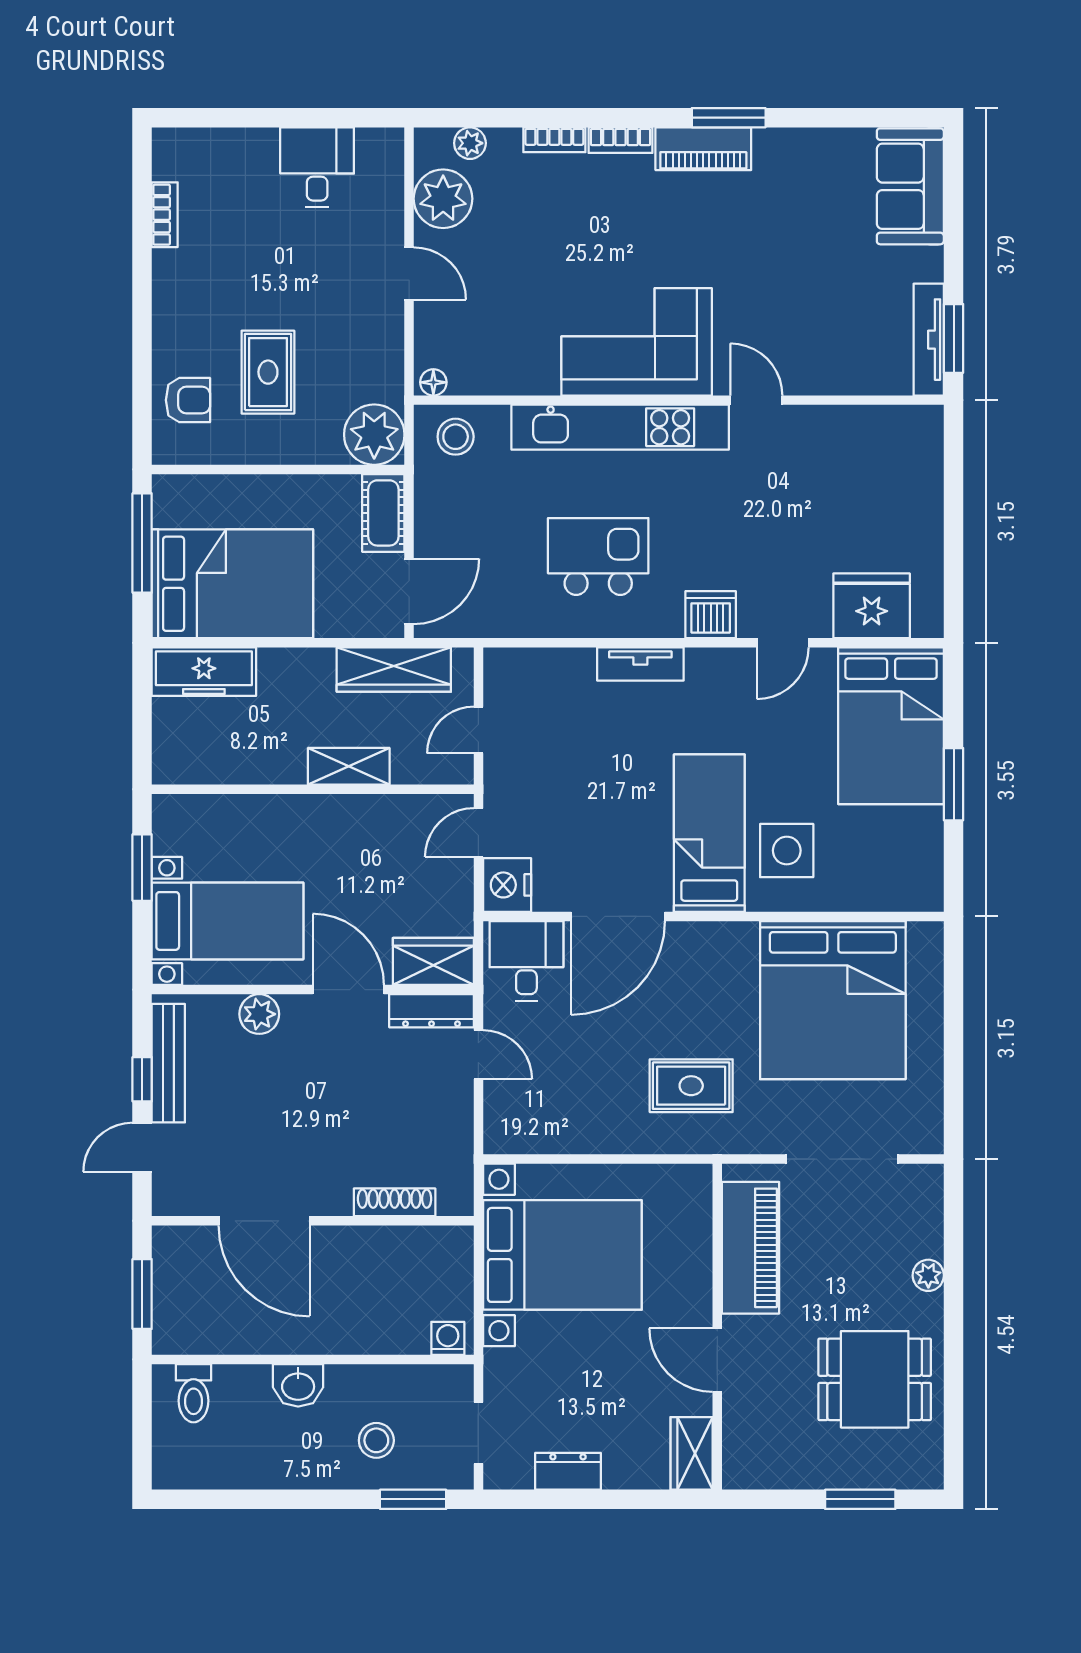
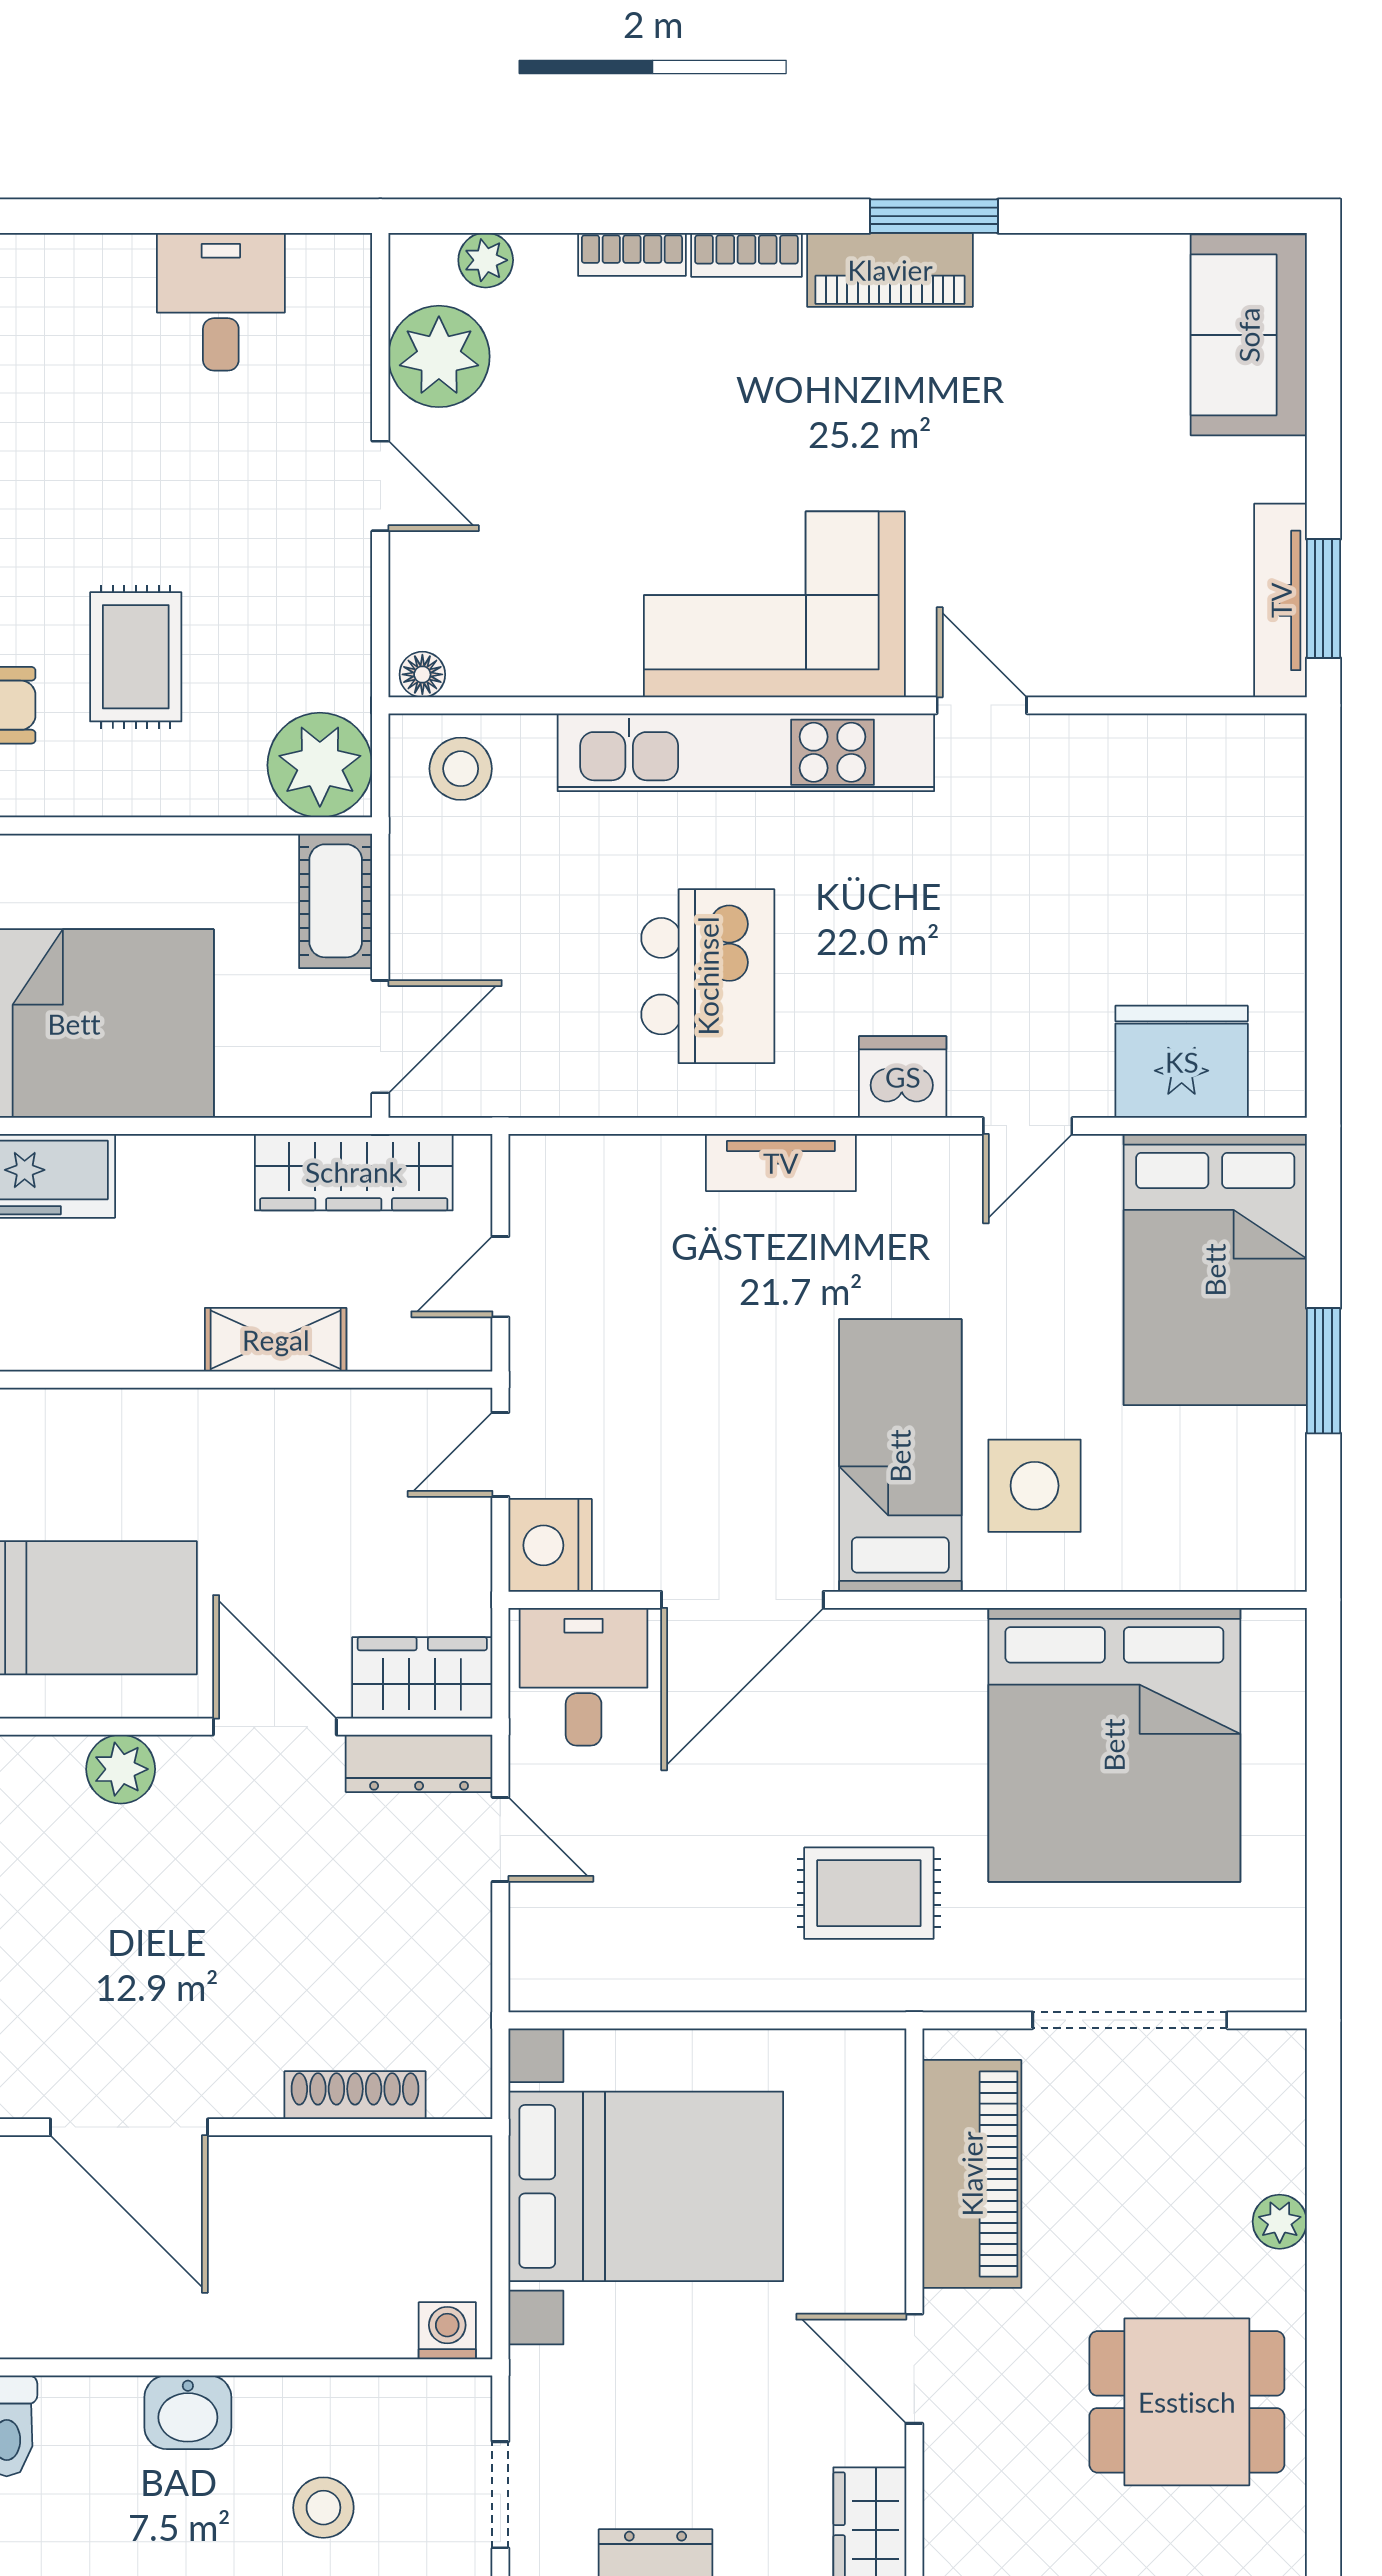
kitchen island: (598, 556) -> (708, 976), turned 90

